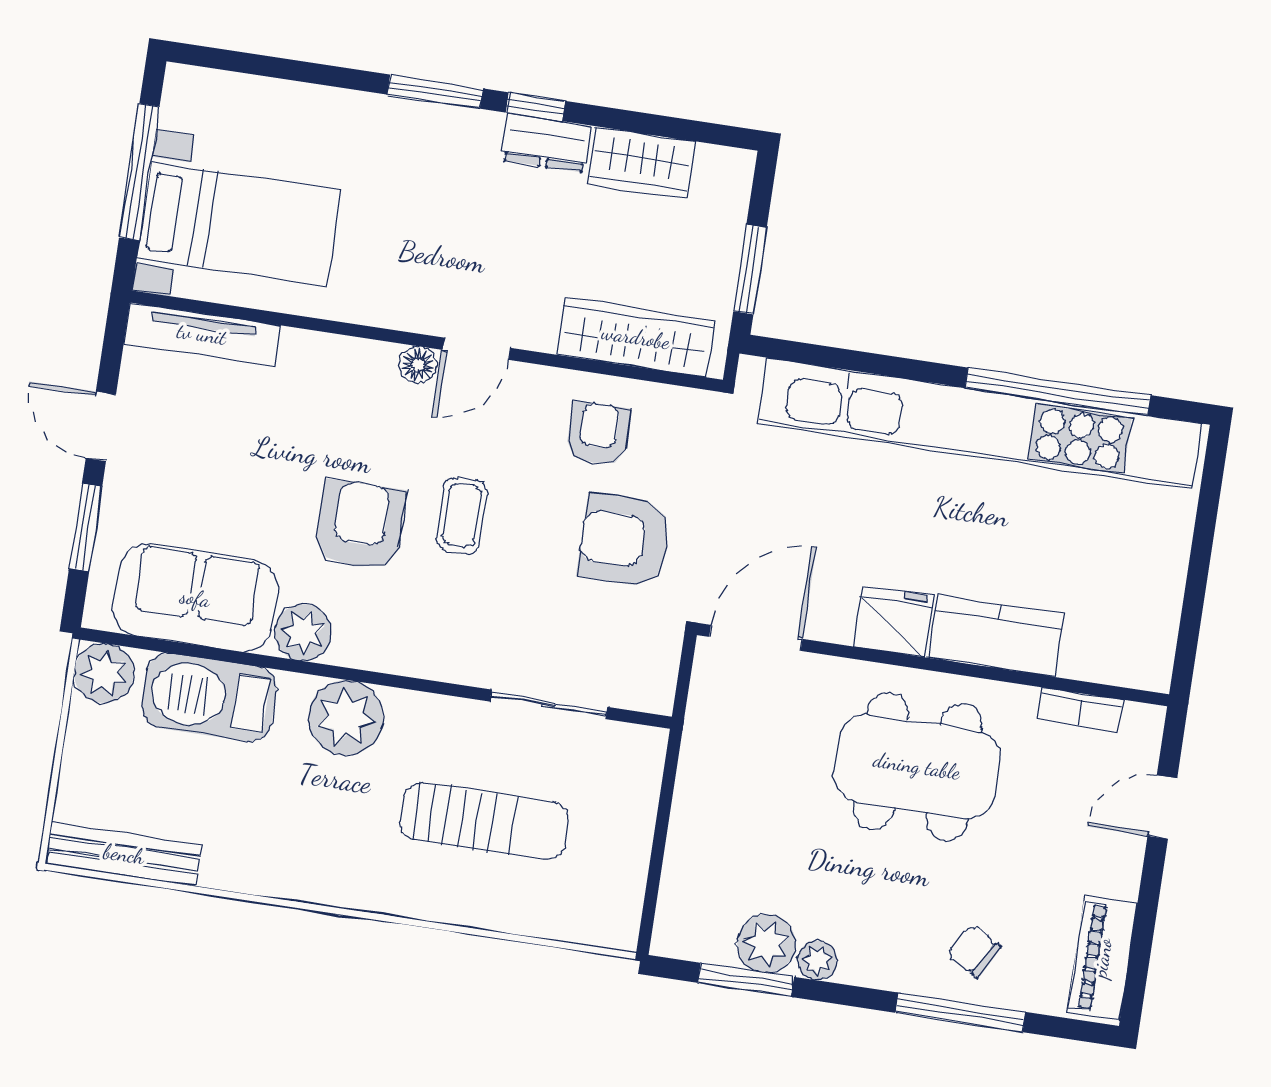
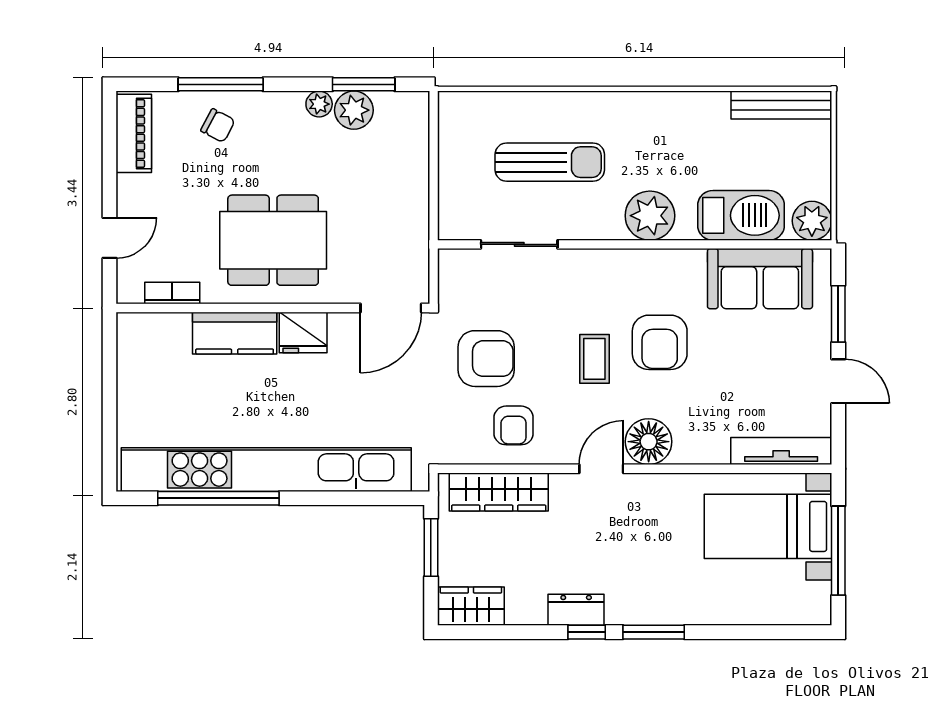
wardrobe: (641, 163) -> (471, 606), moved
floor lamp: (418, 365) -> (649, 442), width x1.89, depth x1.89
plant: (303, 632) -> (686, 267), removed
sun lounger: (484, 821) -> (550, 162), turned 180

